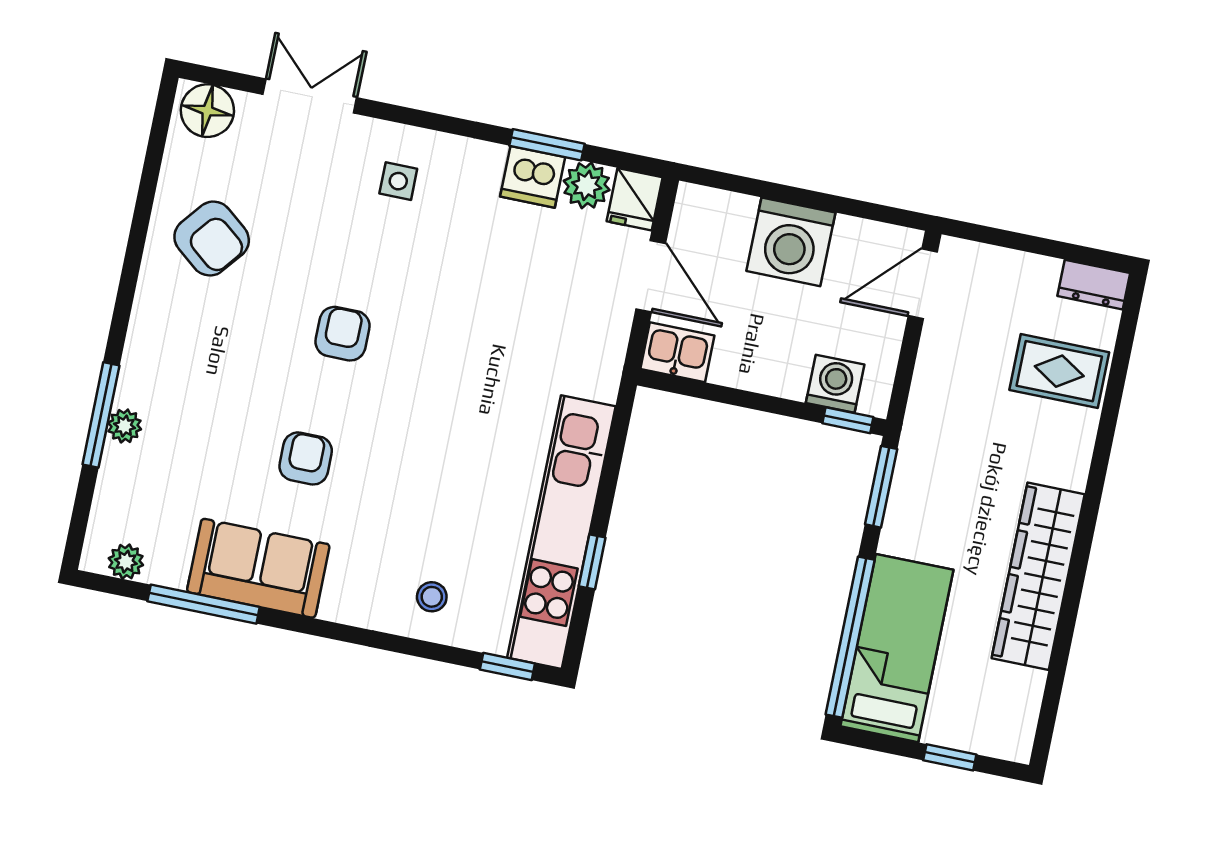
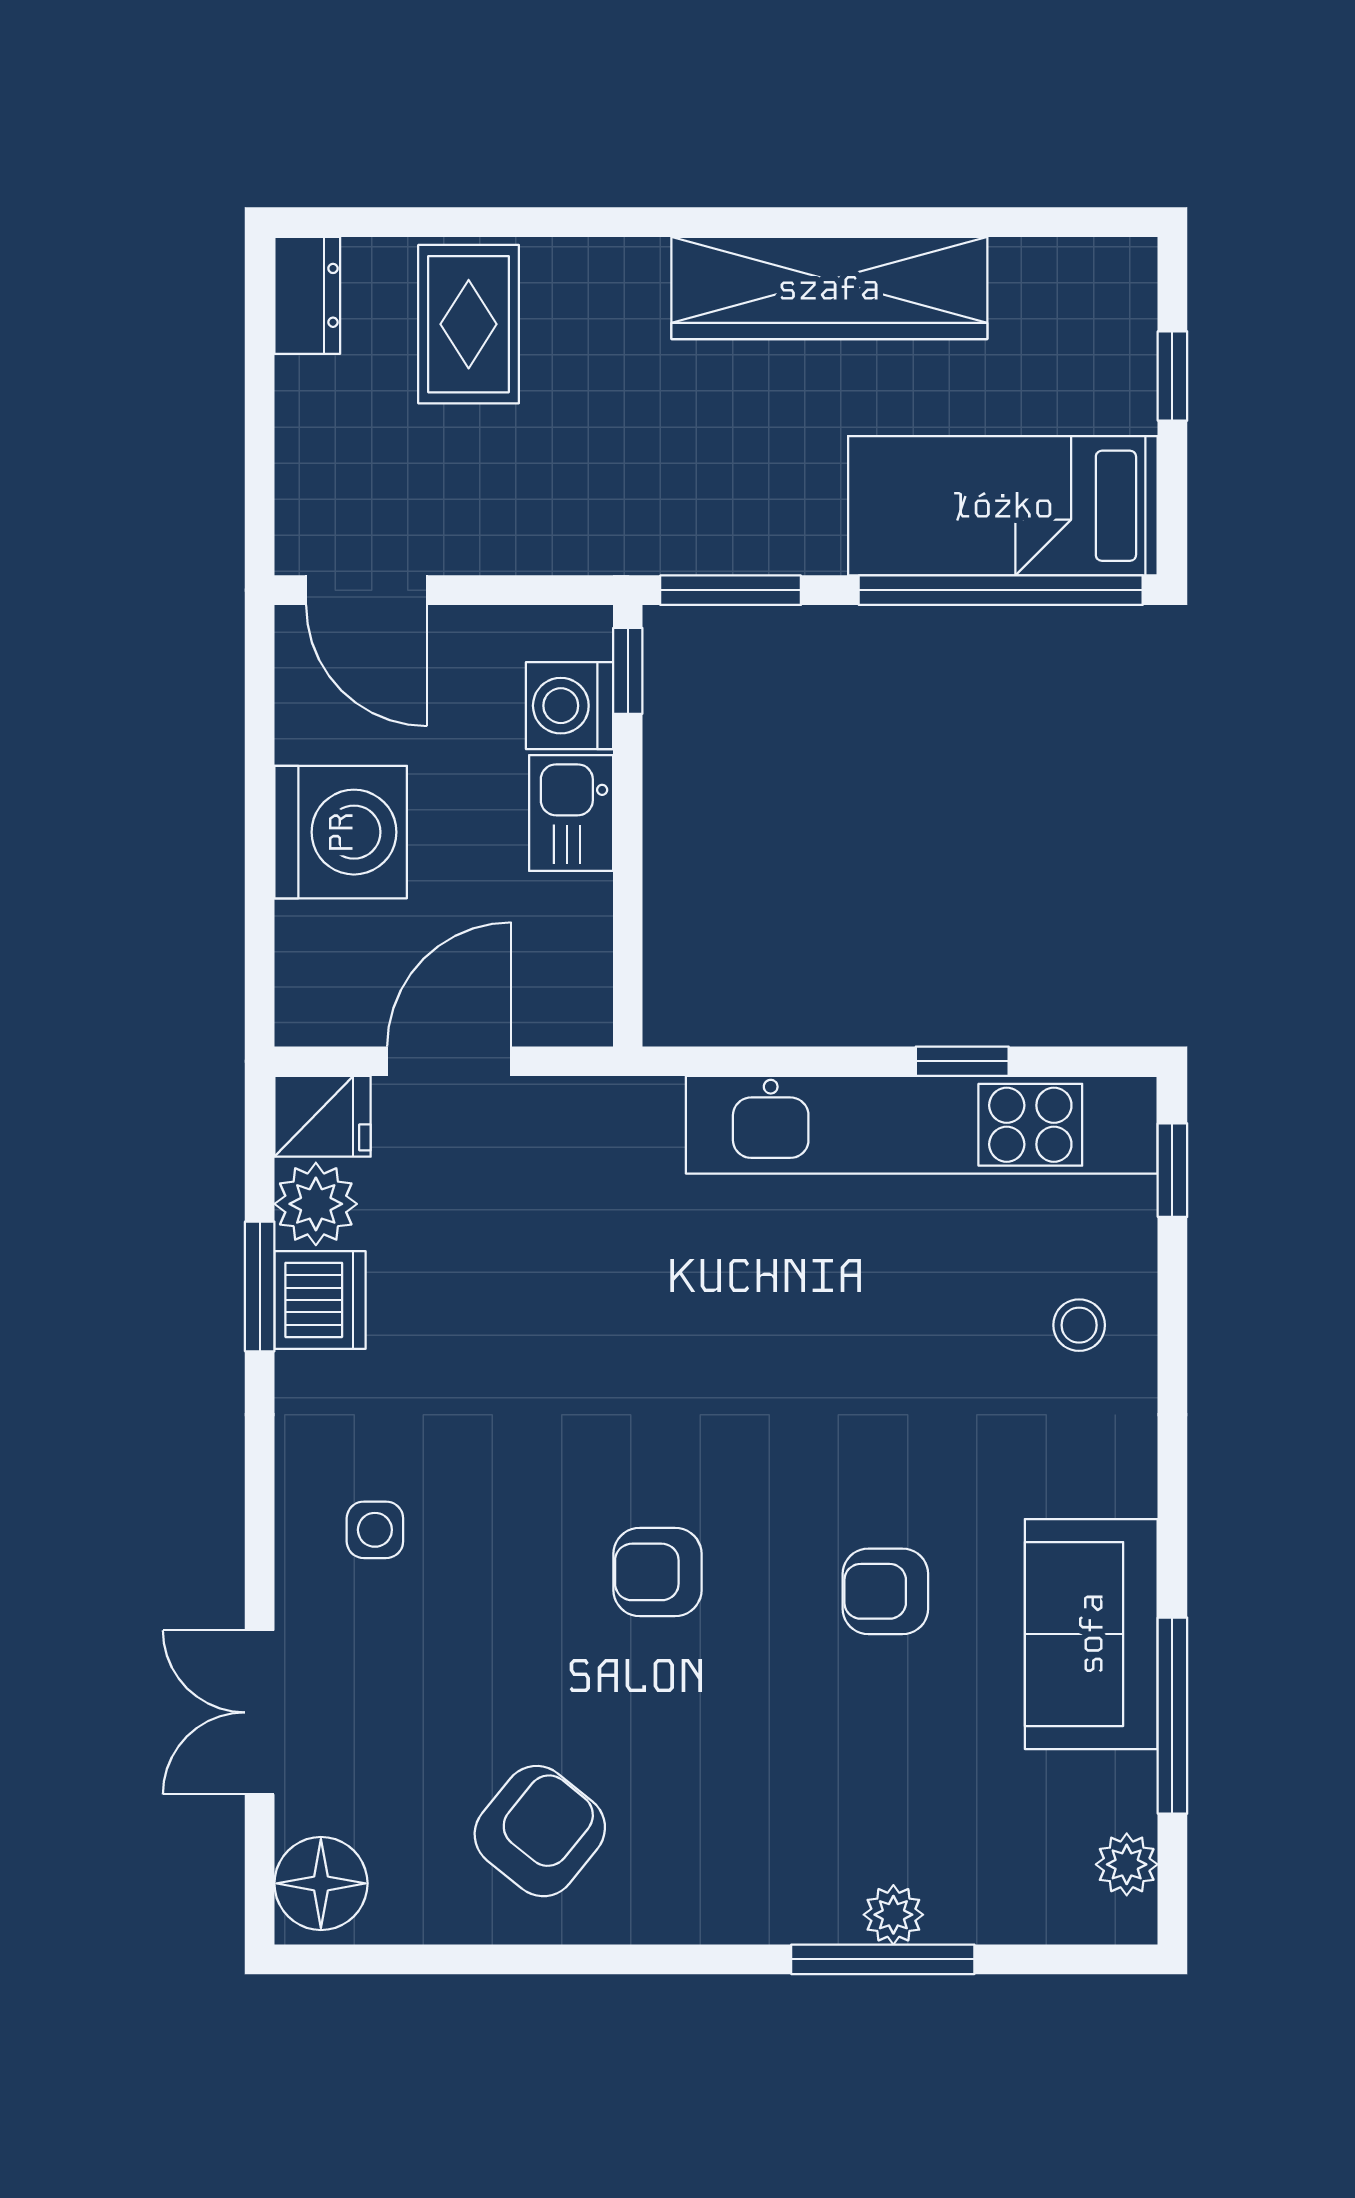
kitchen sink: (677, 352) -> (571, 813), moved

